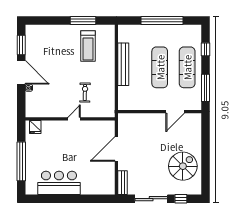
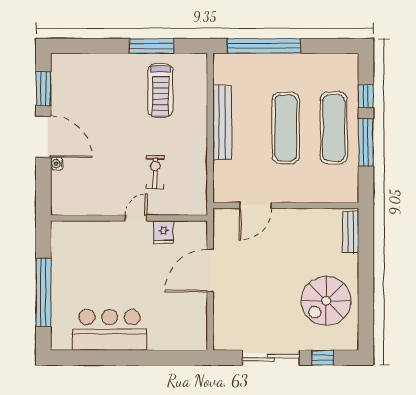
window: (162, 20) -> (264, 46), moved
window: (206, 88) -> (366, 143), moved
door: (175, 112) -> (256, 205), moved
fridge: (35, 127) -> (164, 232), moved
spiral stairs: (183, 166) -> (326, 301), turned 180
bench: (123, 183) -> (351, 232), moved

